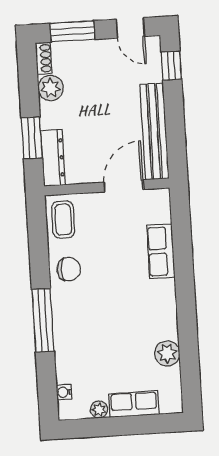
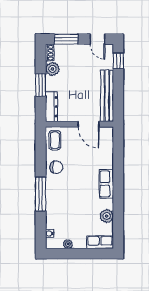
window: (32, 138) -> (41, 85), moved
door: (124, 186) -> (89, 124), swing flipped
row of seats: (161, 251) -> (106, 184), moved
row of seats: (134, 404) -> (100, 242), moved

